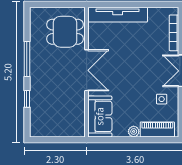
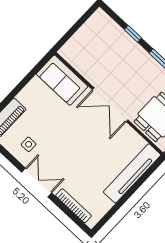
plant: (134, 131) -> (23, 96), removed

